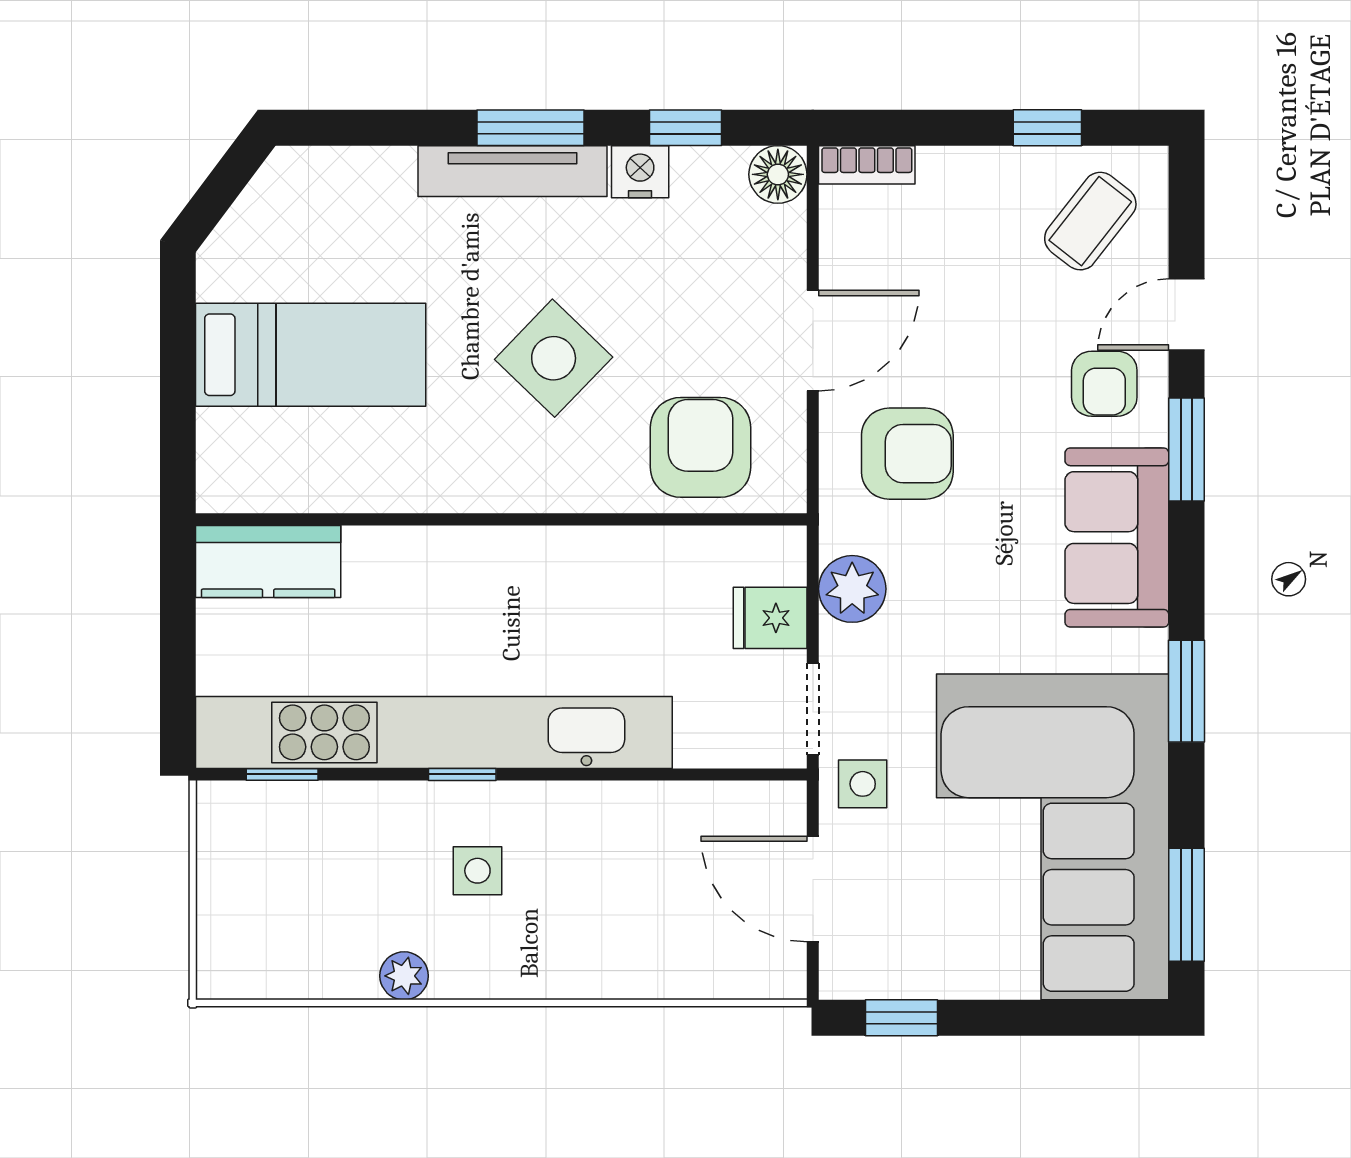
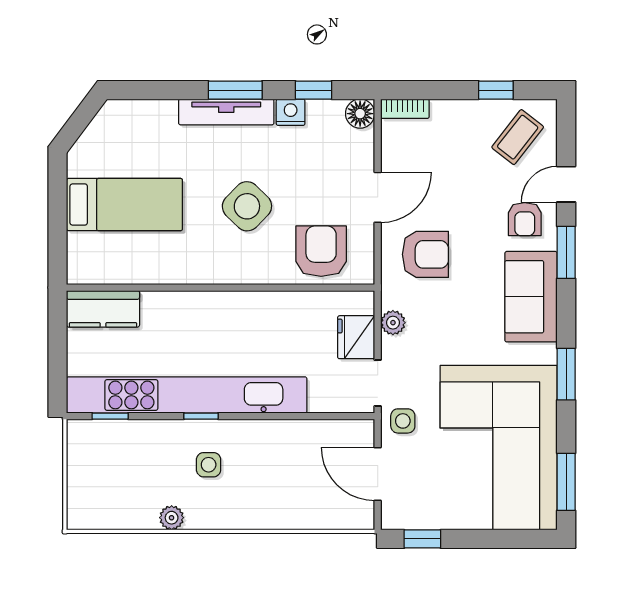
plant: (852, 589) -> (393, 323), width x0.73, depth x0.73
fridge: (770, 618) -> (356, 337), width x1.38

